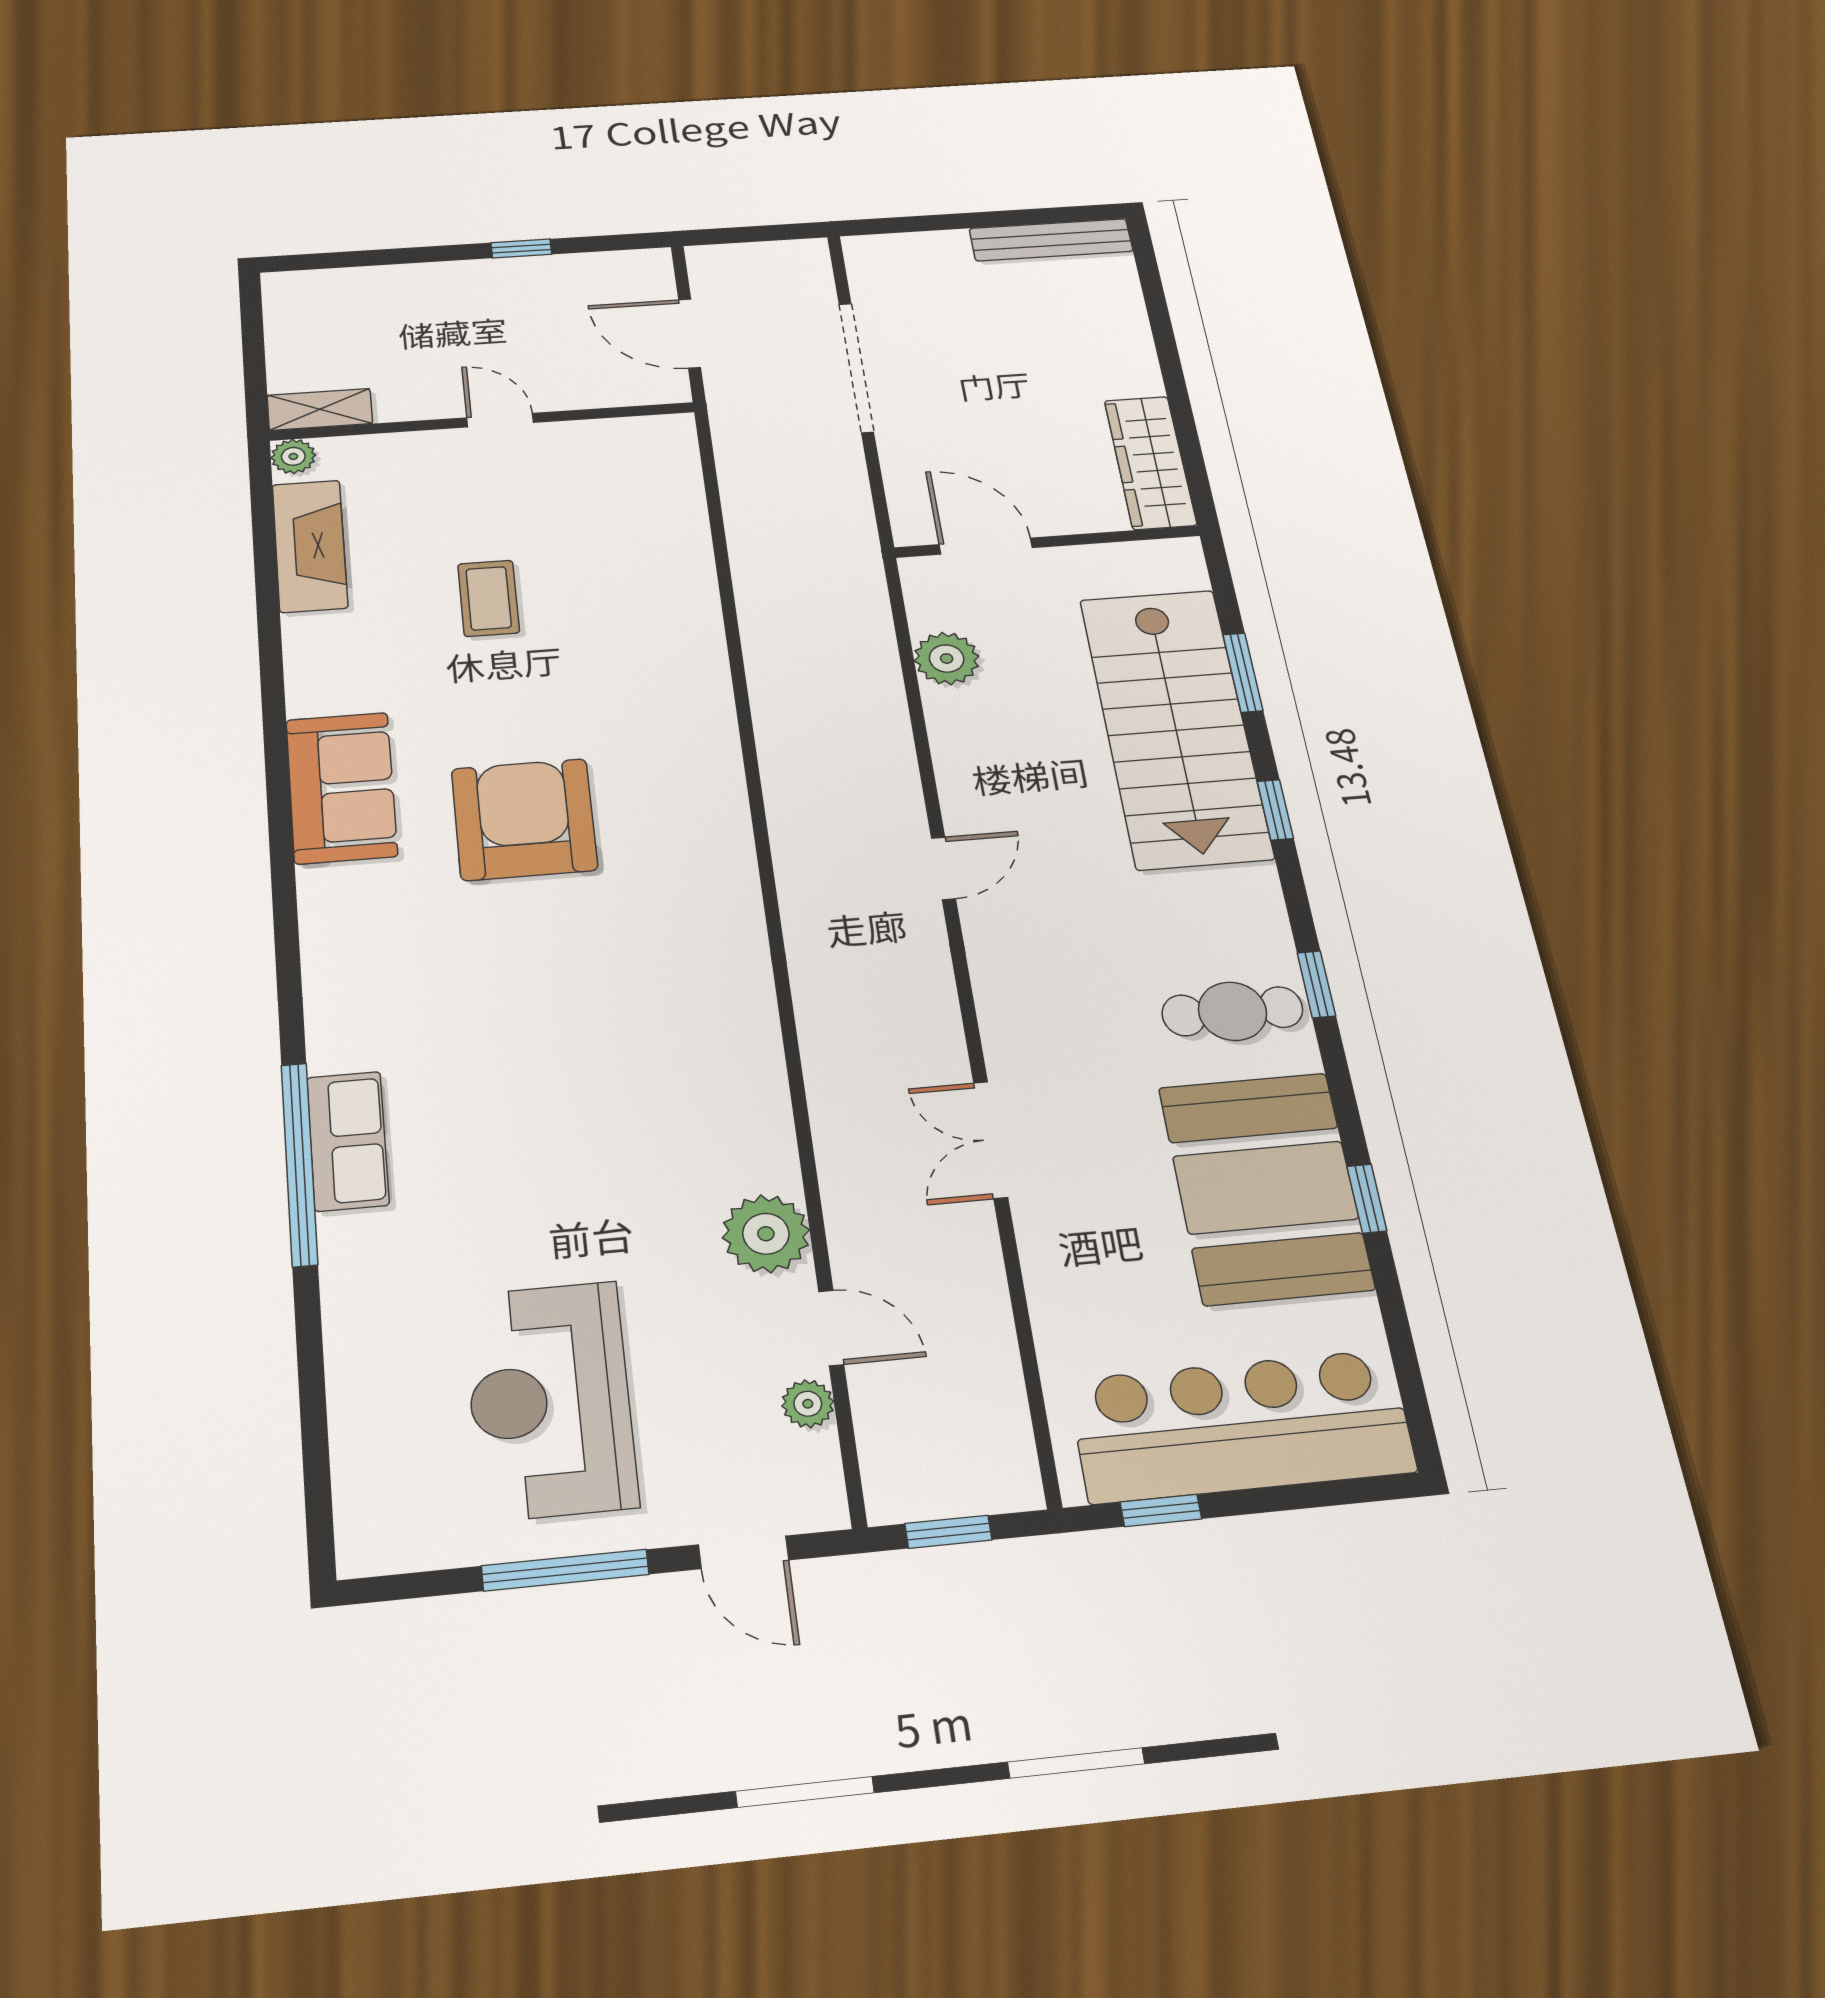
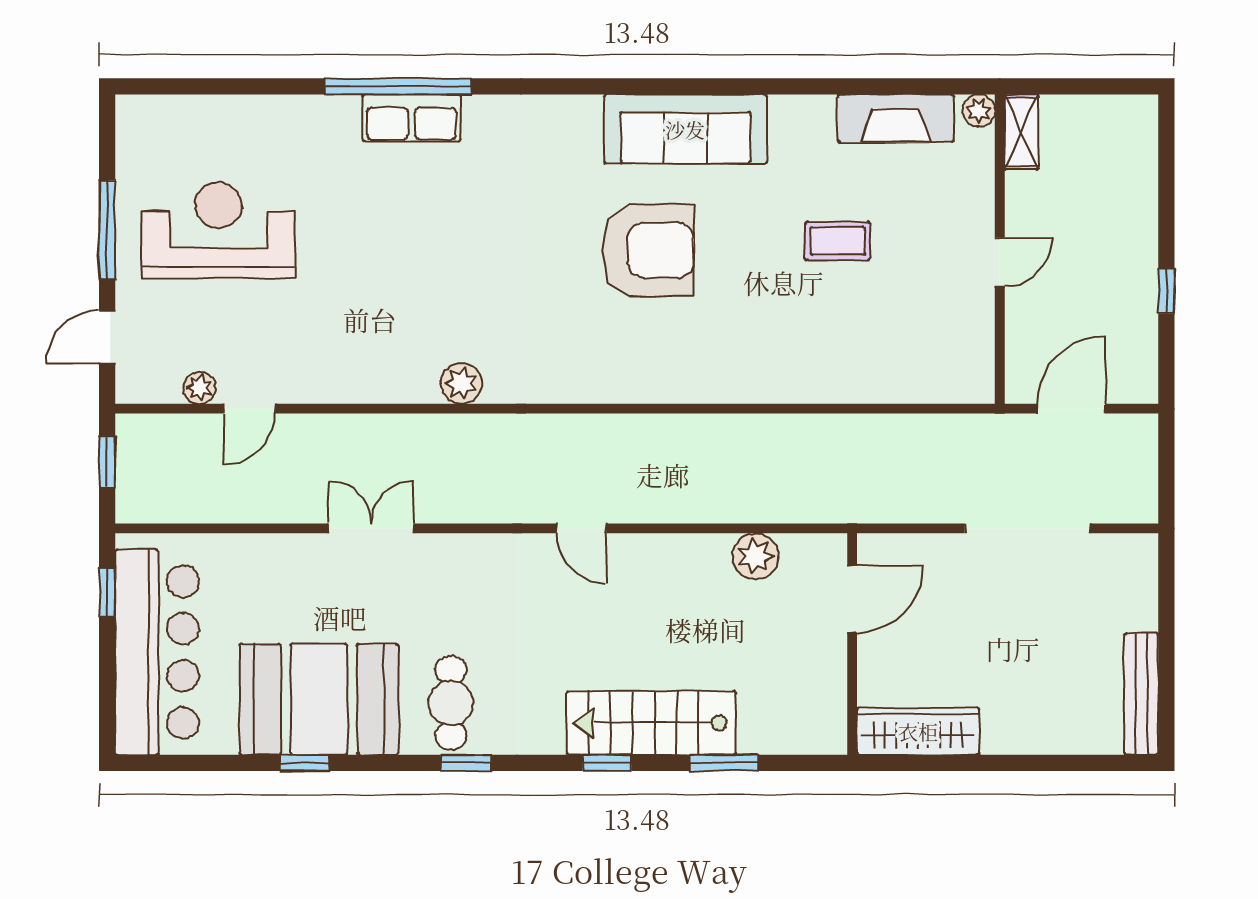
stairs: (1175, 727) -> (651, 723), width x0.73, depth x0.66
sofa: (341, 788) -> (685, 129), width x1.36
plant: (766, 1234) -> (461, 383), moved, width x0.73, depth x0.73

